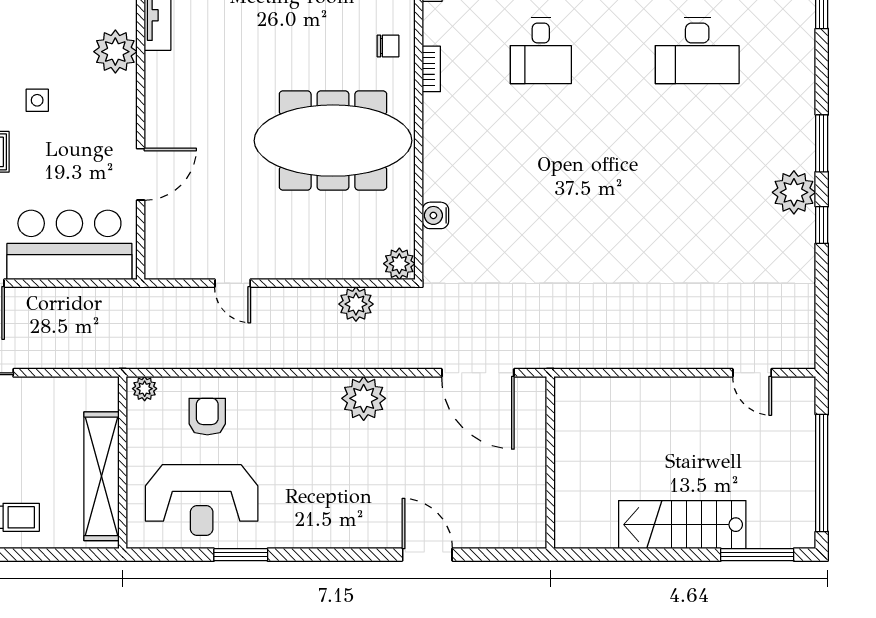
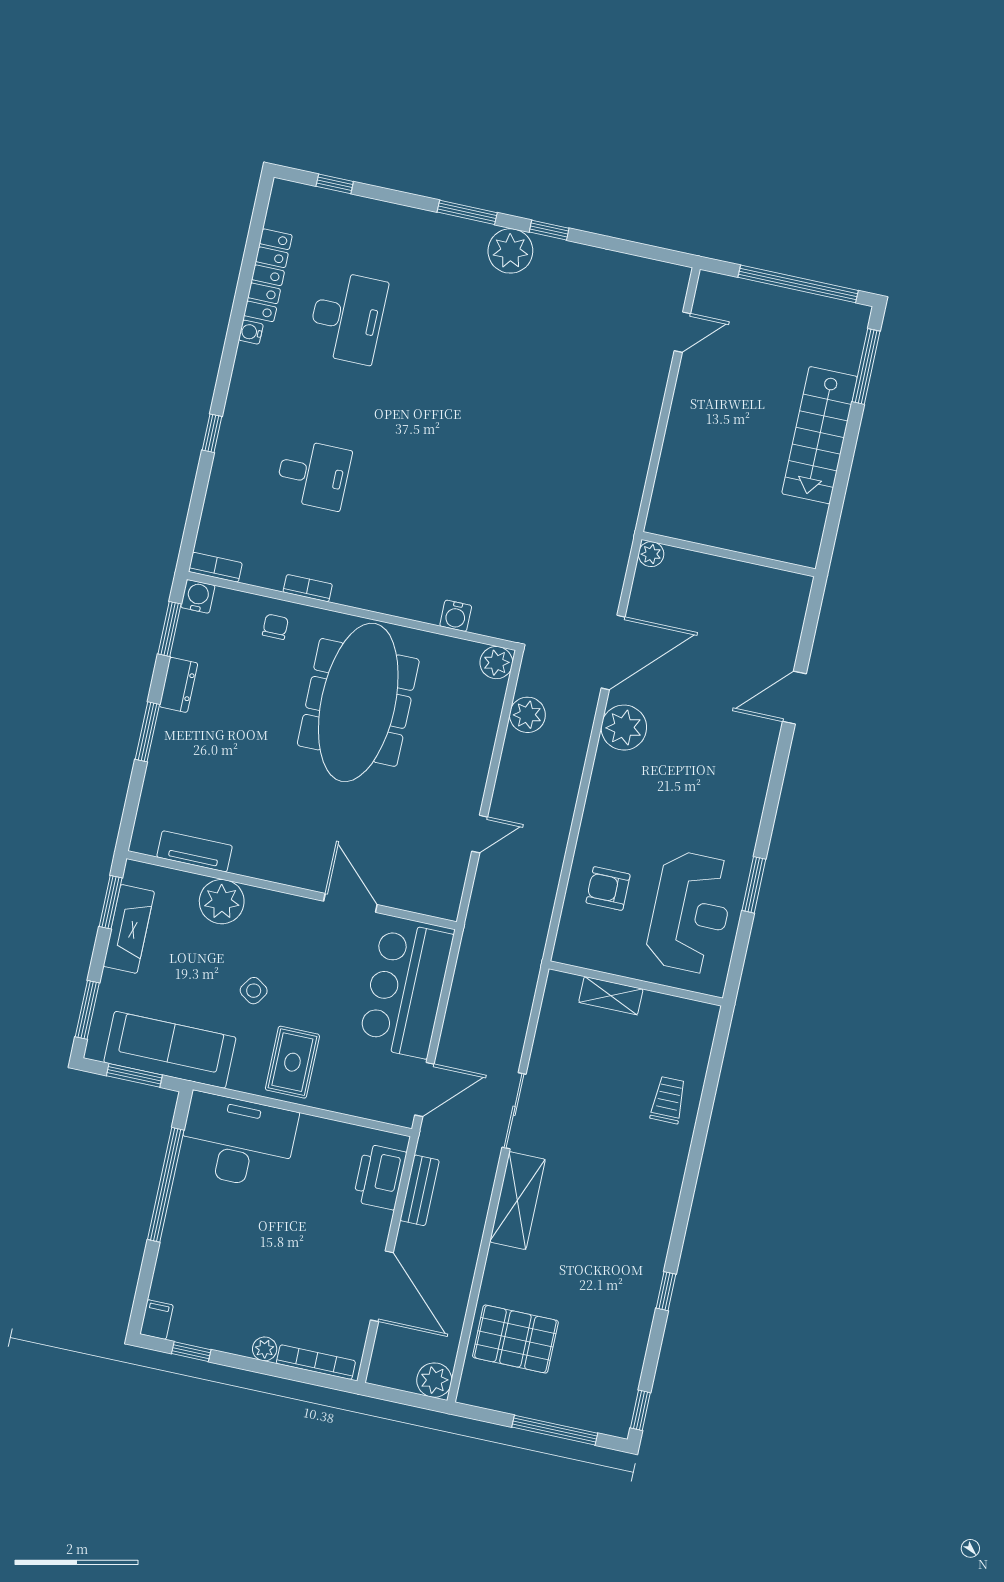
side table: (37, 100) -> (254, 991), turned 34
door: (478, 373) -> (613, 653), moved
plant: (145, 389) -> (651, 554), moved
shelving: (102, 476) -> (611, 996), width x0.45, depth x0.75

